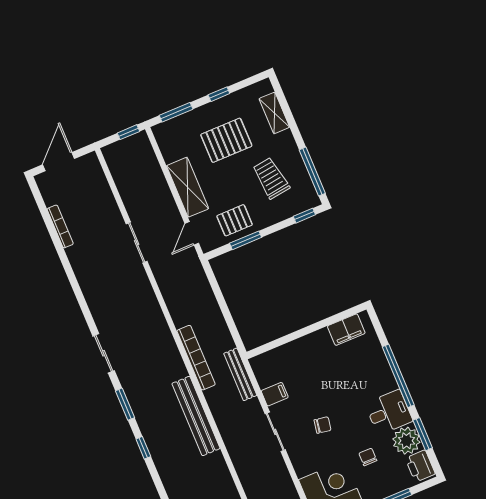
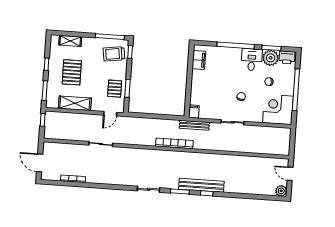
trolley: (271, 178) -> (114, 54), moved
shelving: (188, 187) -> (75, 103), moved
door: (192, 233) -> (110, 114), hinge flipped
filing cabinet: (275, 394) -> (194, 111), moved
bench: (196, 416) -> (201, 185), moved

